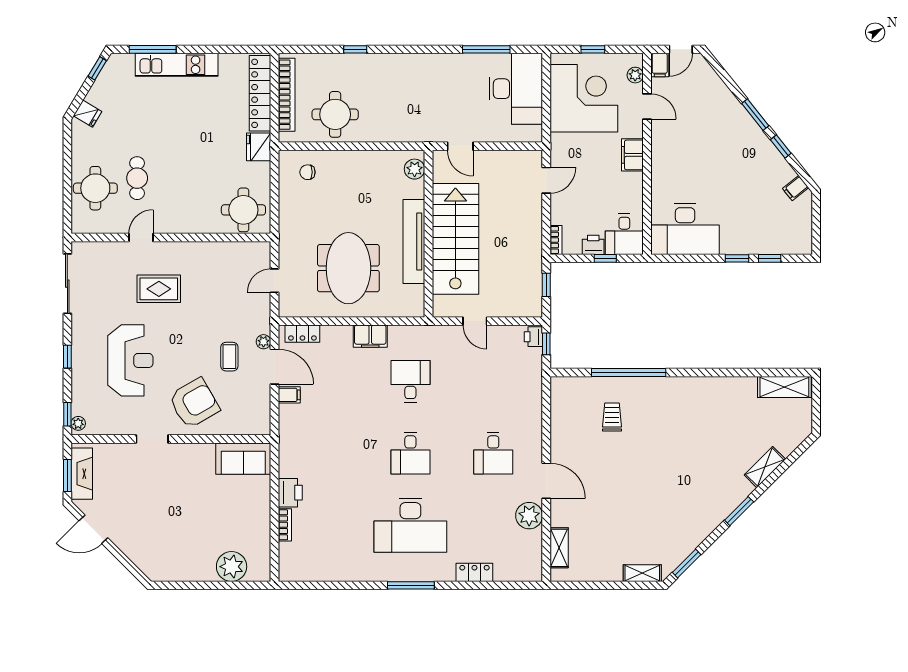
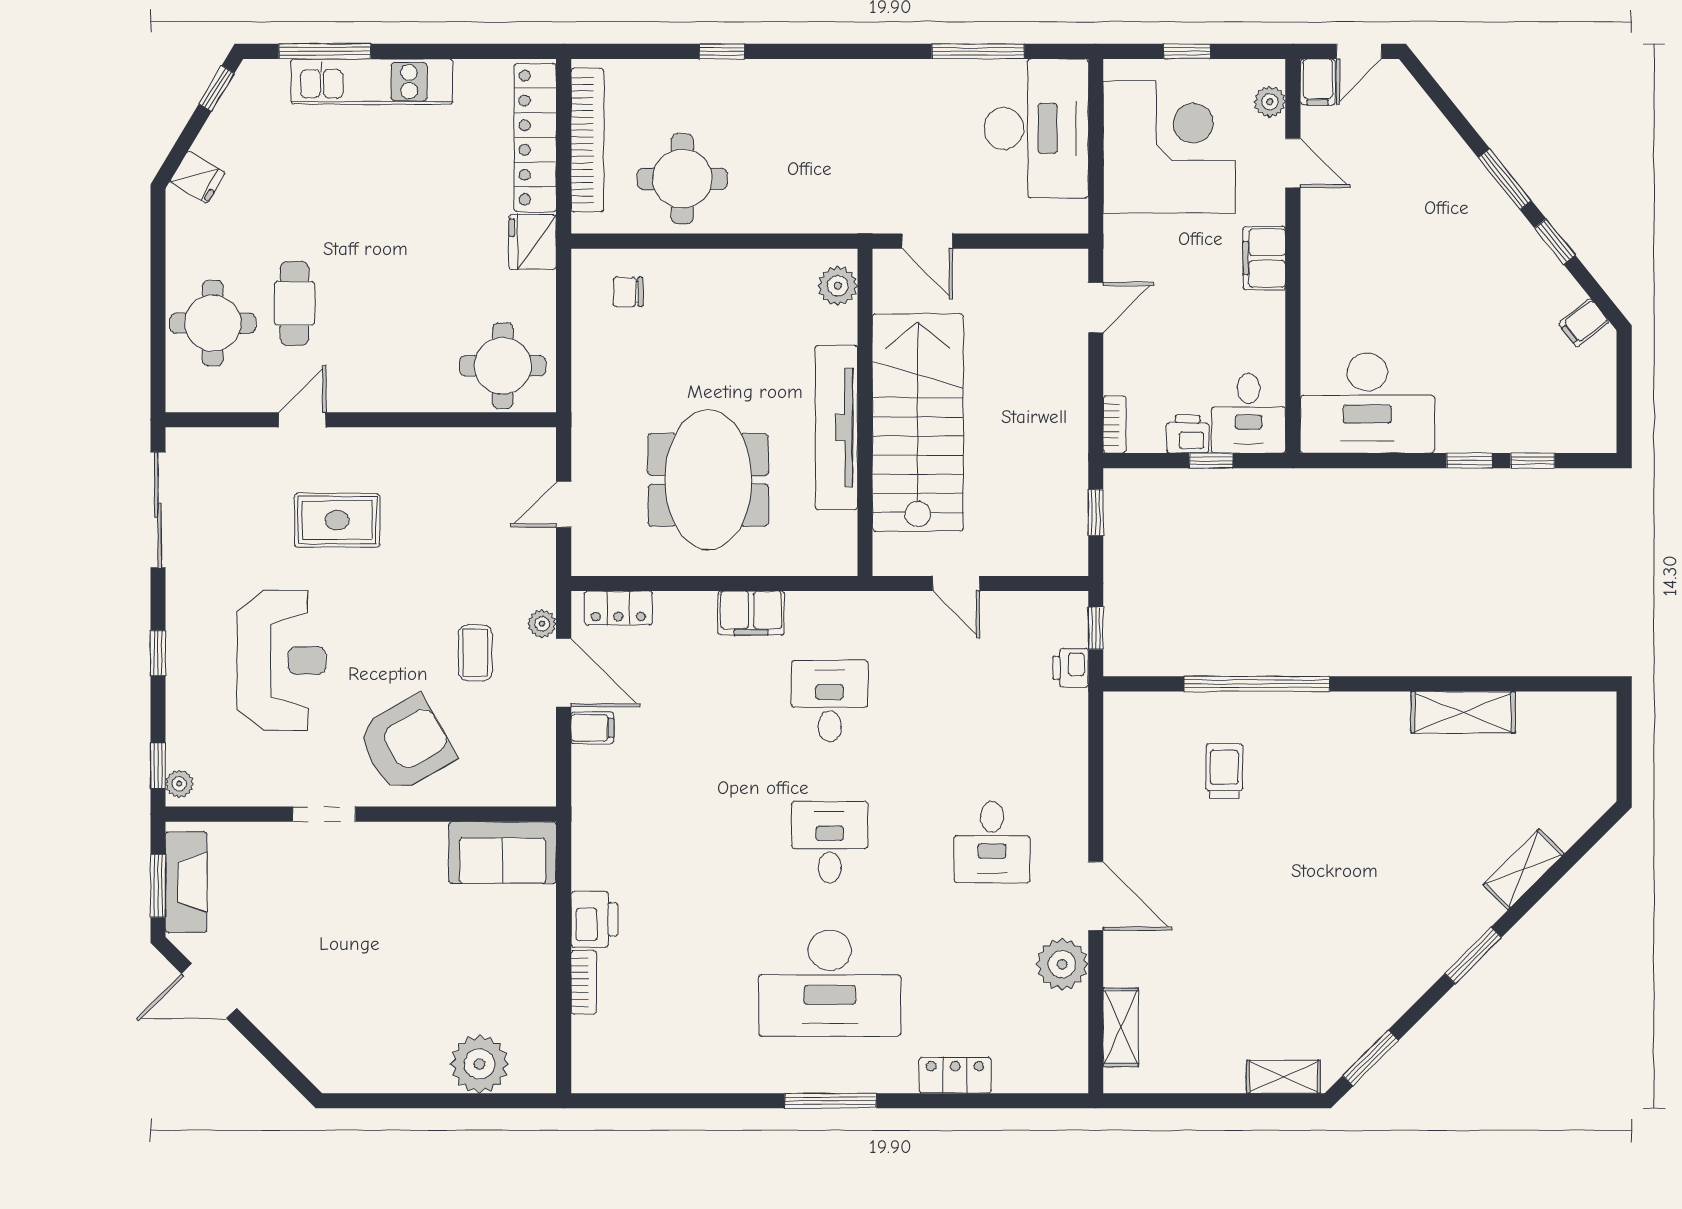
printer: (533, 337) -> (1071, 668), moved
shelving: (784, 387) -> (1463, 712), moved
desk: (410, 453) -> (830, 842), turned 180

